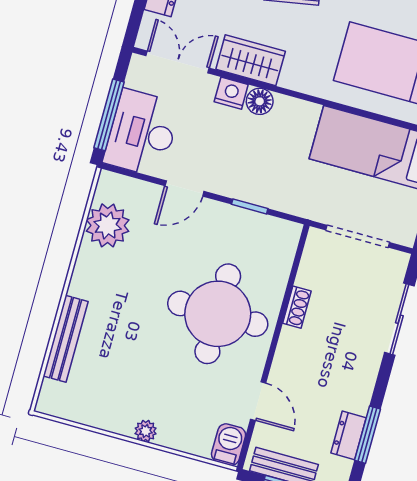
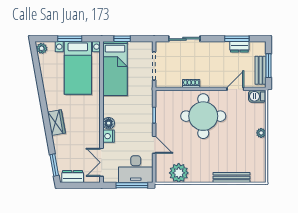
wardrobe: (251, 60) -> (92, 132), removed

